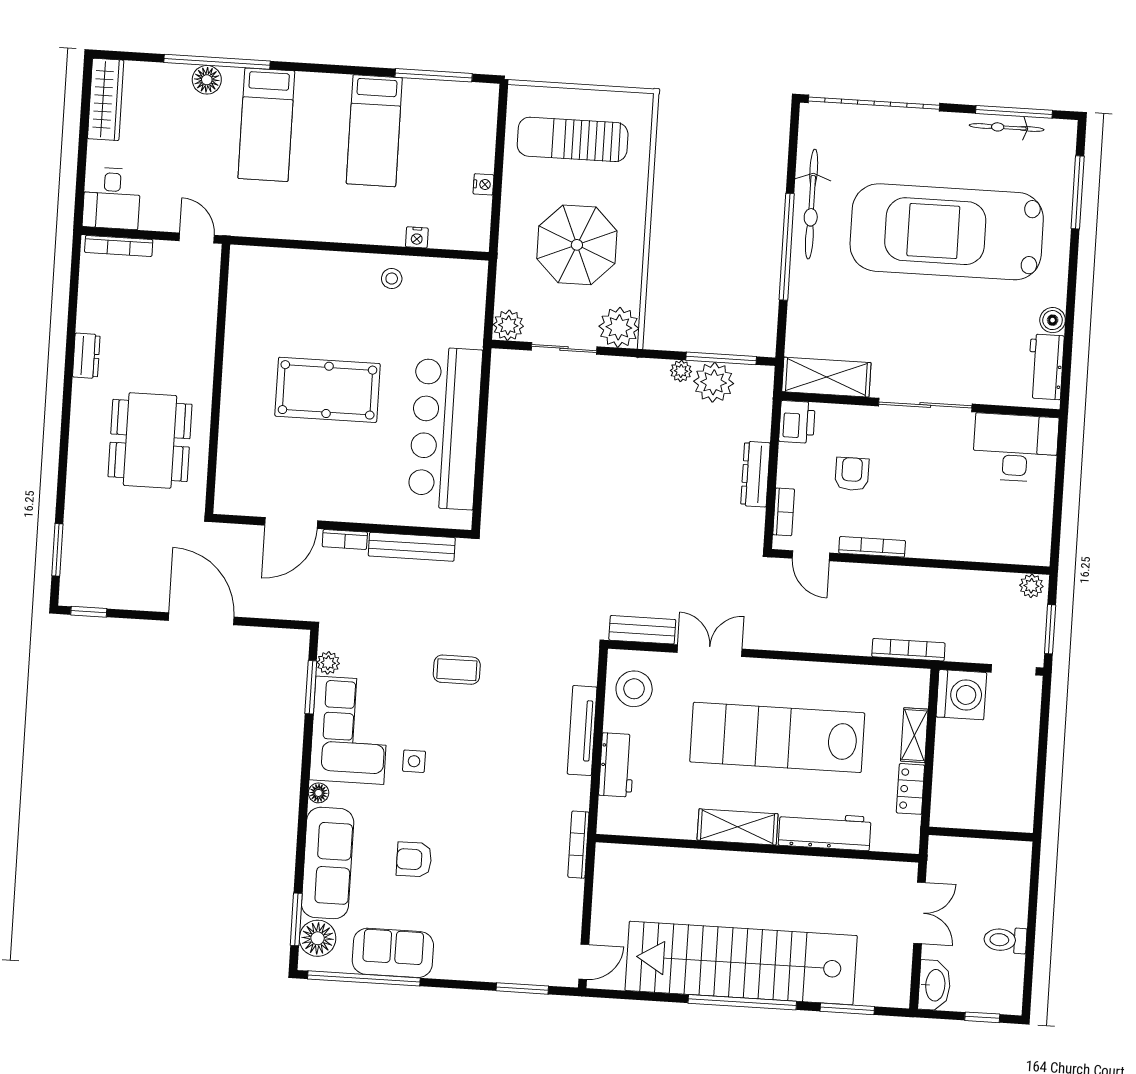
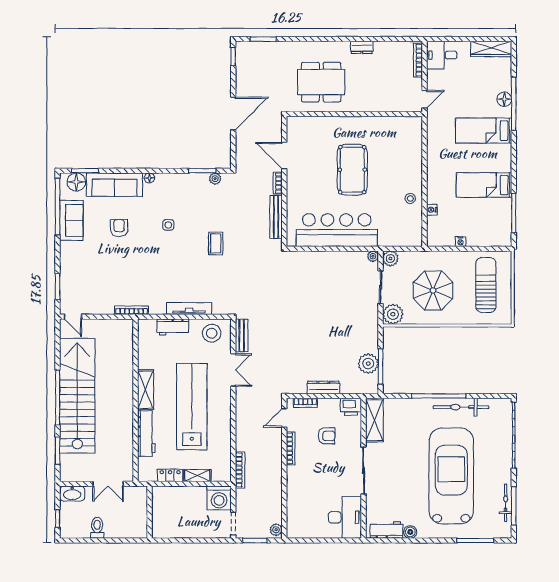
plant: (681, 371) -> (373, 256), moved
corner sofa: (350, 730) -> (182, 192), removed

